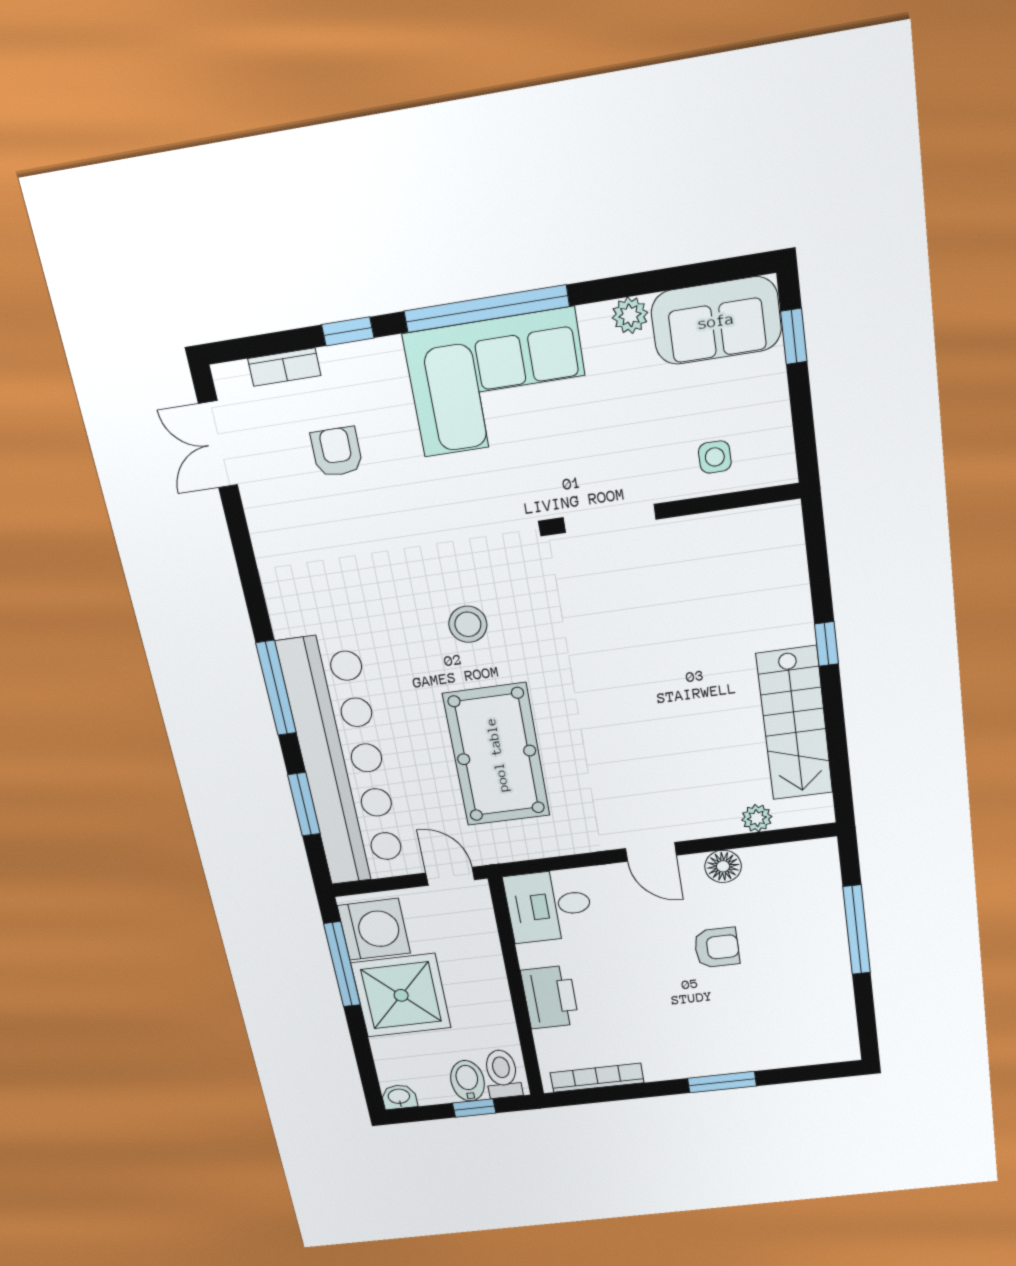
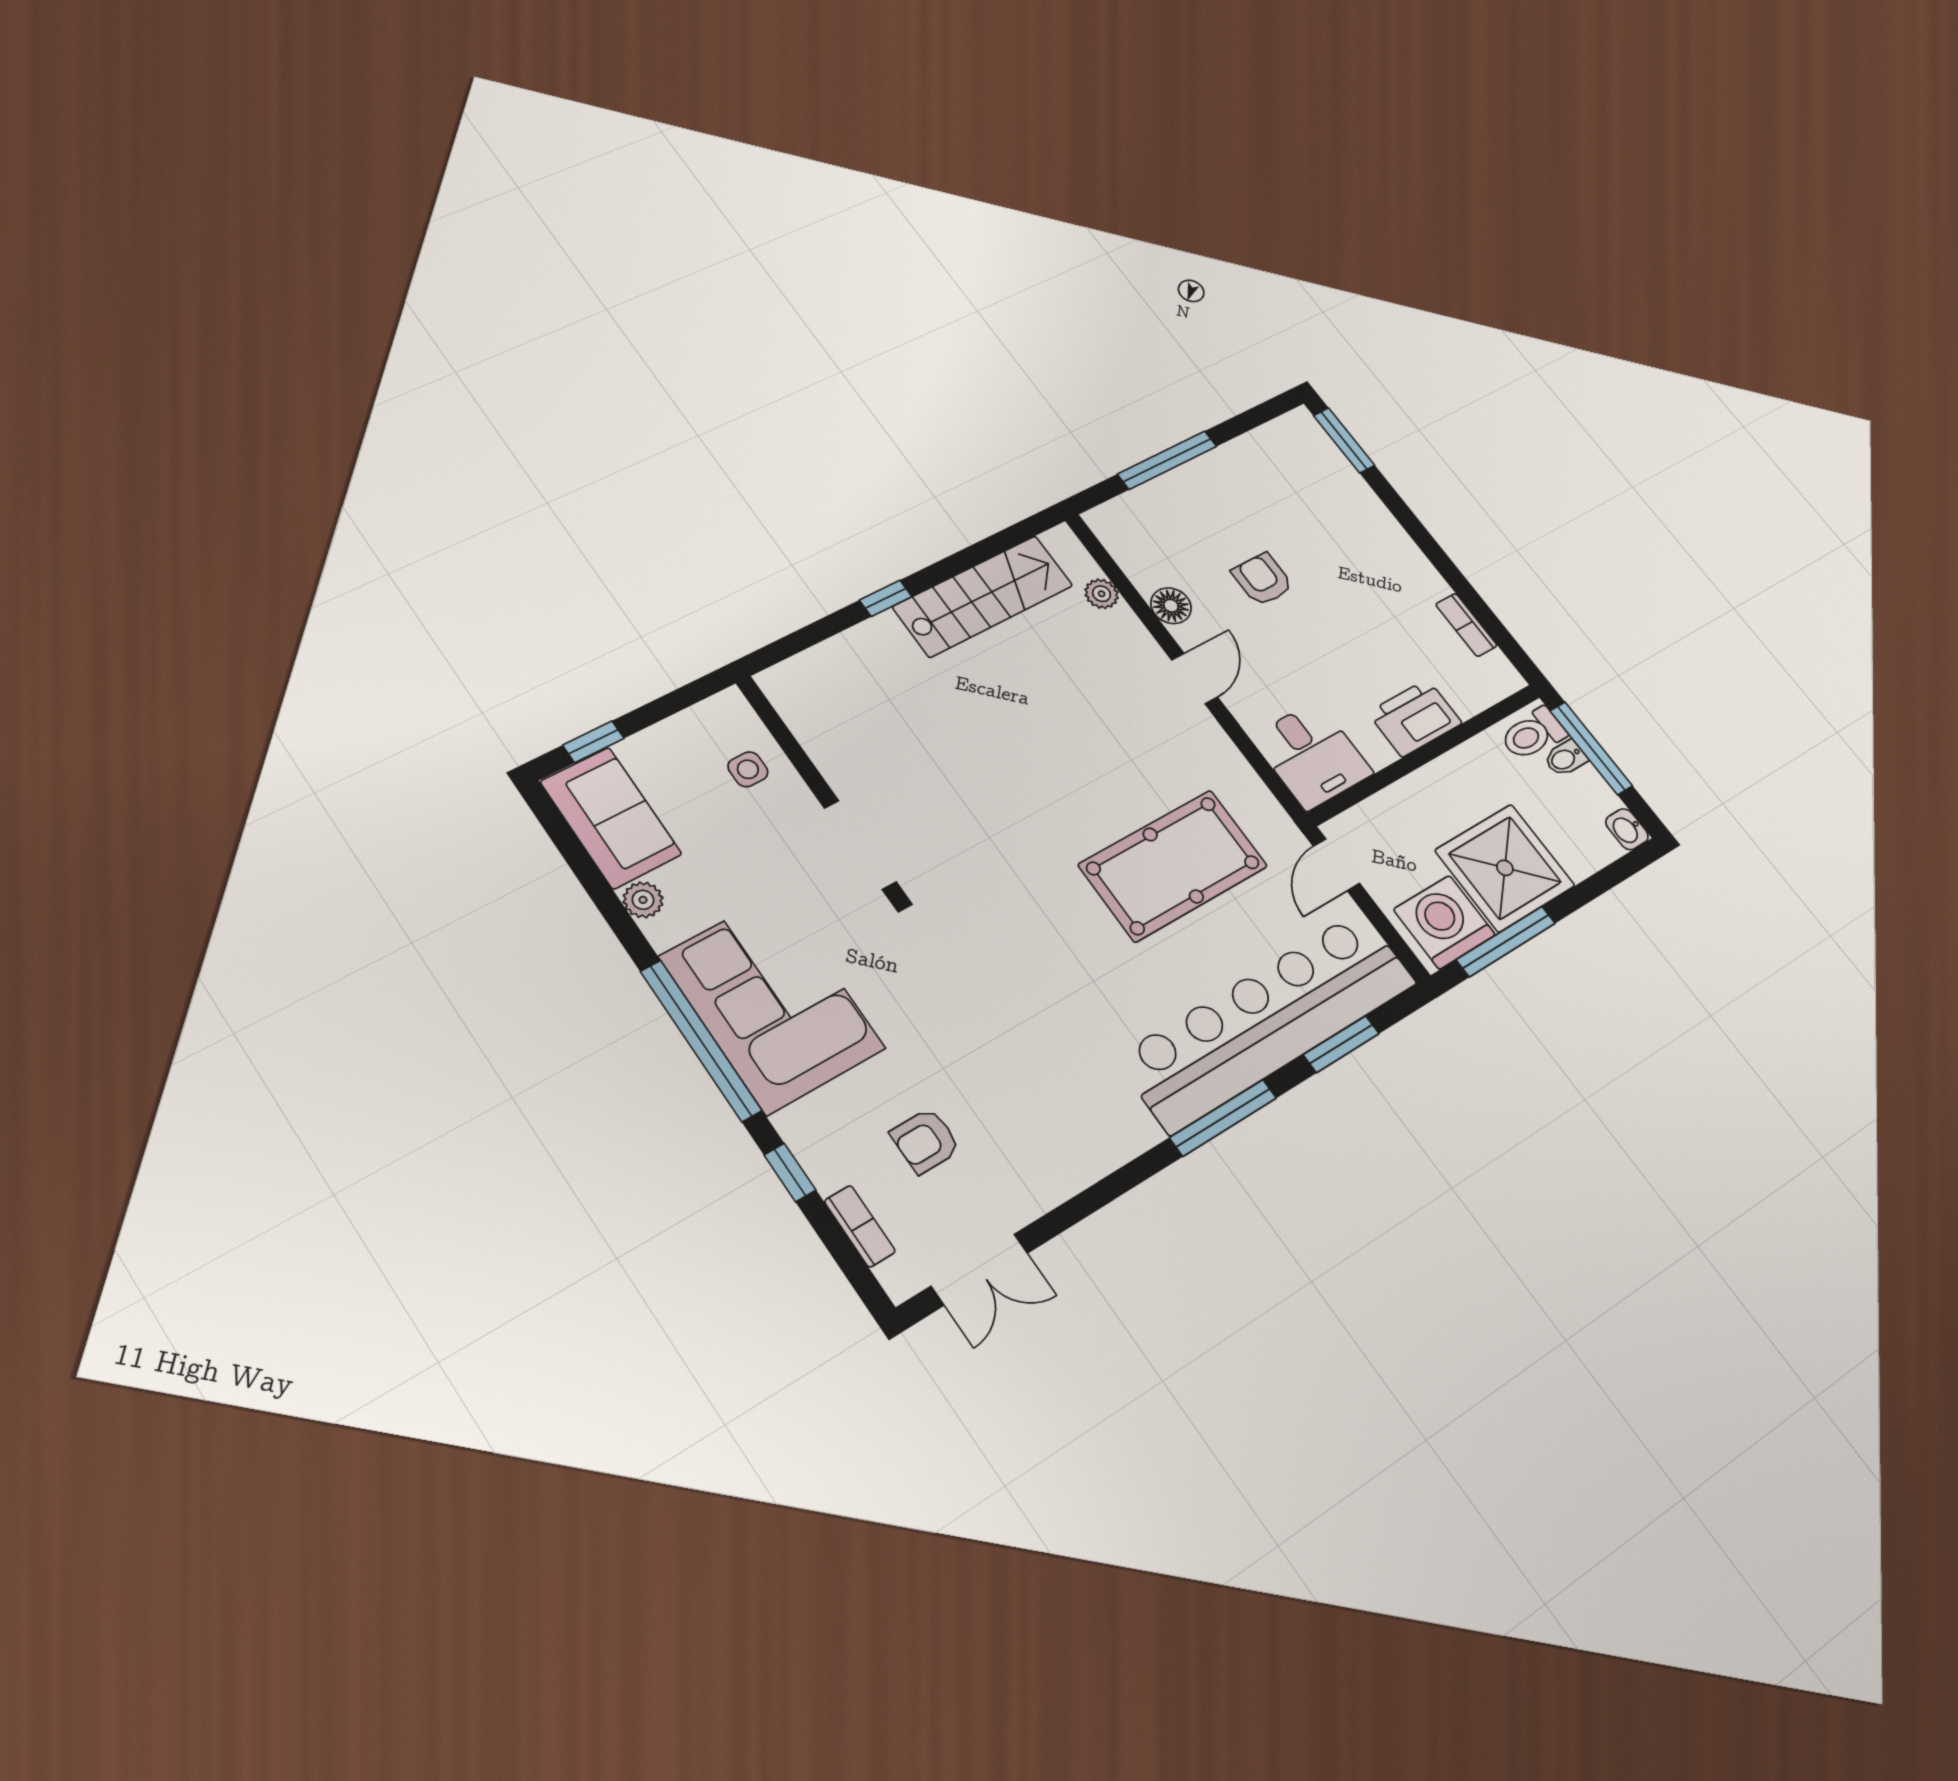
stool: (468, 624) -> (1045, 944), removed
bookcase: (597, 1078) -> (1466, 625), width x0.64
bidet: (468, 1081) -> (1565, 758), width x0.72, depth x0.74
window: (722, 1082) -> (1344, 440), moved
window: (474, 1108) -> (1591, 748), width x2.17

